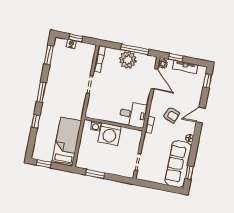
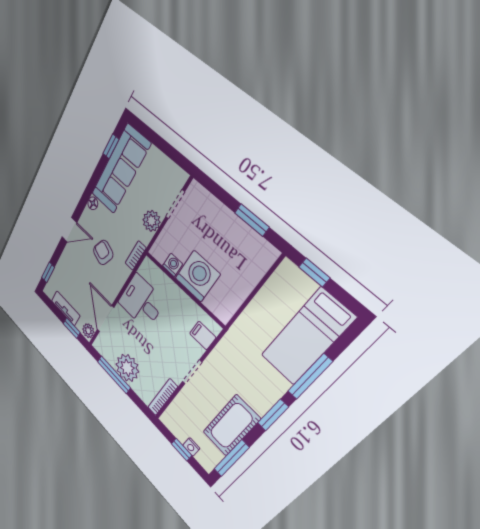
window: (49, 55) -> (231, 458), width x1.44
cot: (57, 72) -> (231, 426), added
filing cabinet: (93, 107) -> (203, 335), added
desk: (133, 114) -> (141, 302), moved
window: (36, 121) -> (310, 377), width x2.17
washing machine: (96, 126) -> (173, 265), moved
bed: (67, 142) -> (307, 337), moved
plant: (148, 147) -> (151, 221), added
window: (44, 164) -> (314, 272), moved

